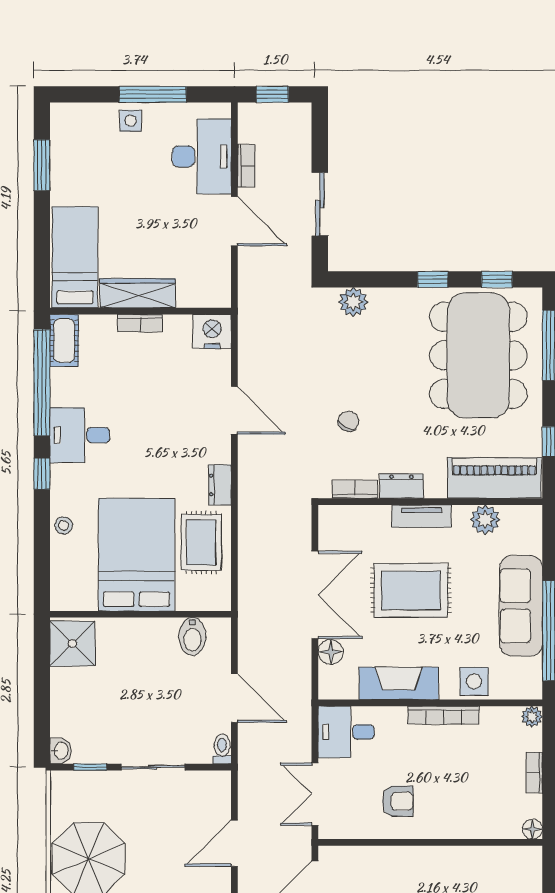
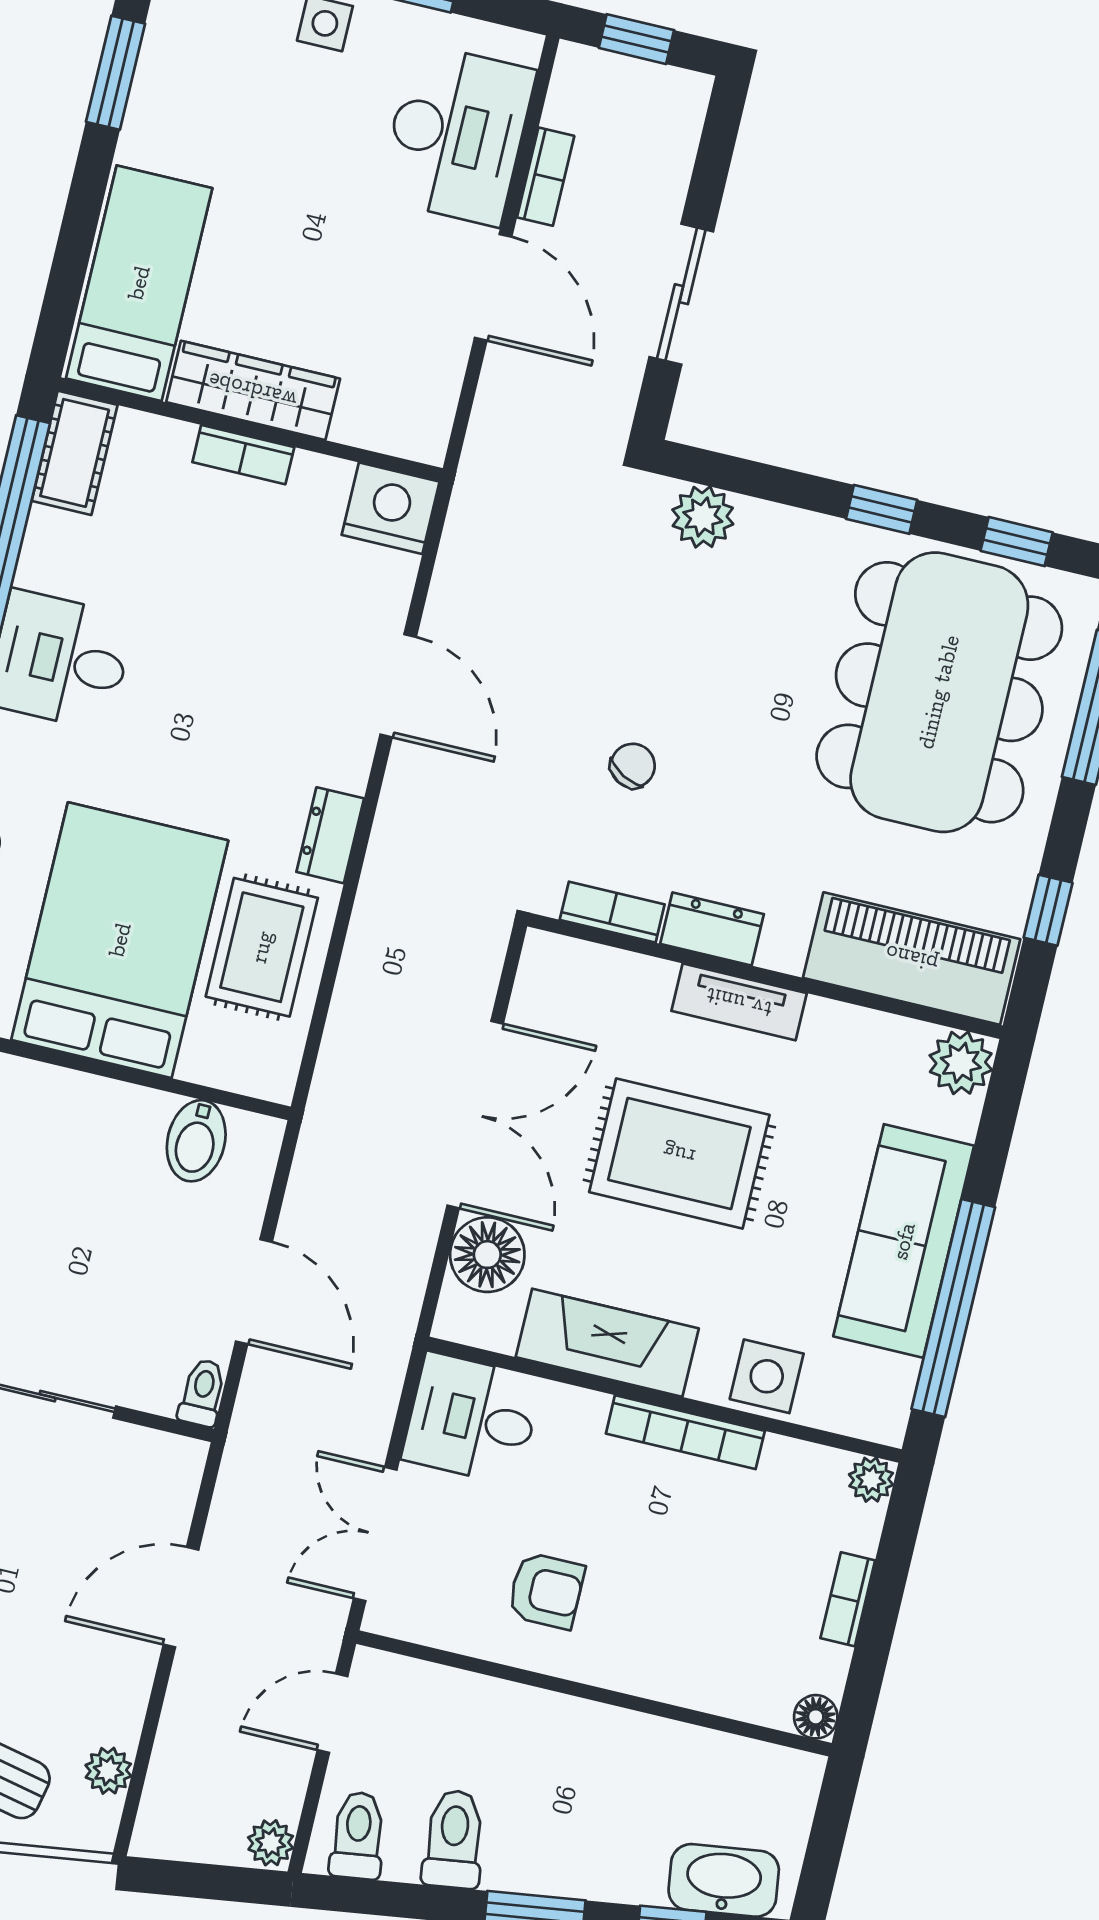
plant: (485, 520) -> (961, 1063), moved
floor lamp: (331, 652) -> (487, 1255), width x1.38, depth x1.38

